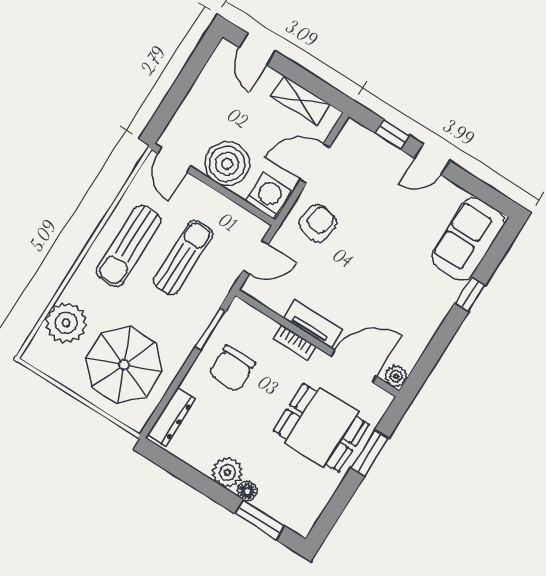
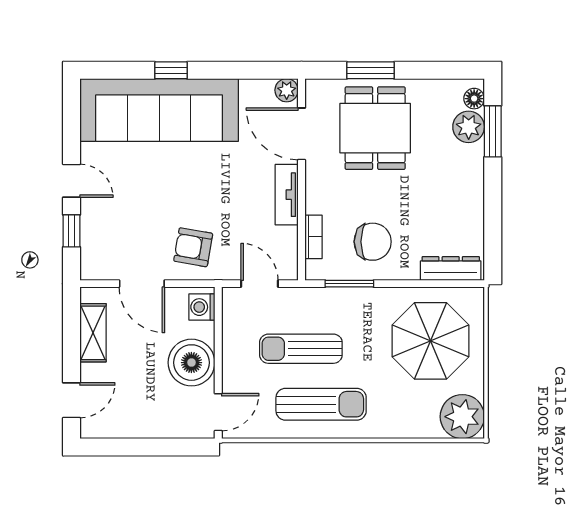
washing machine: (268, 196) -> (202, 307), width x0.73, depth x0.73
sofa: (468, 239) -> (159, 110), width x1.85, depth x1.27
plant: (66, 323) -> (462, 417), moved
bookcase: (295, 342) -> (314, 237), moved
plant: (227, 472) -> (469, 127), moved
floor lamp: (247, 491) -> (474, 99), moved

